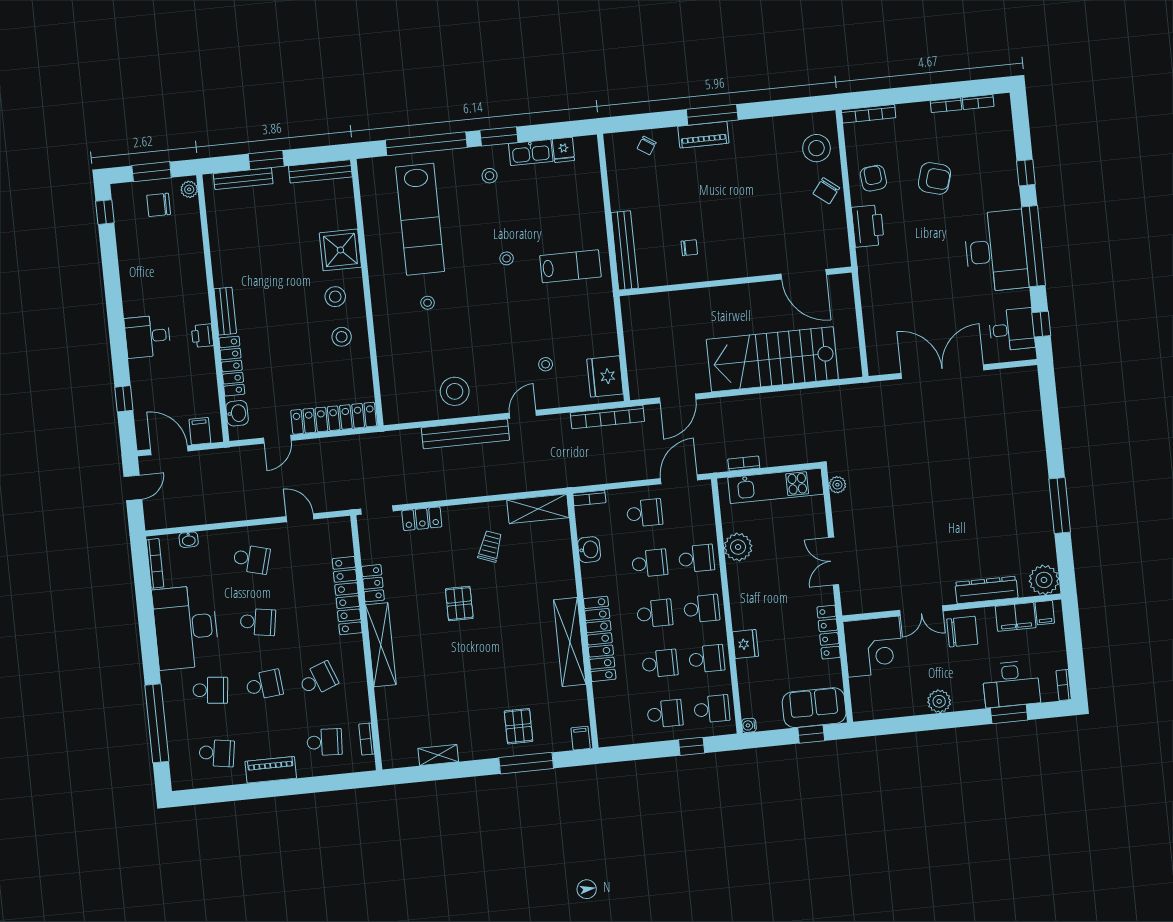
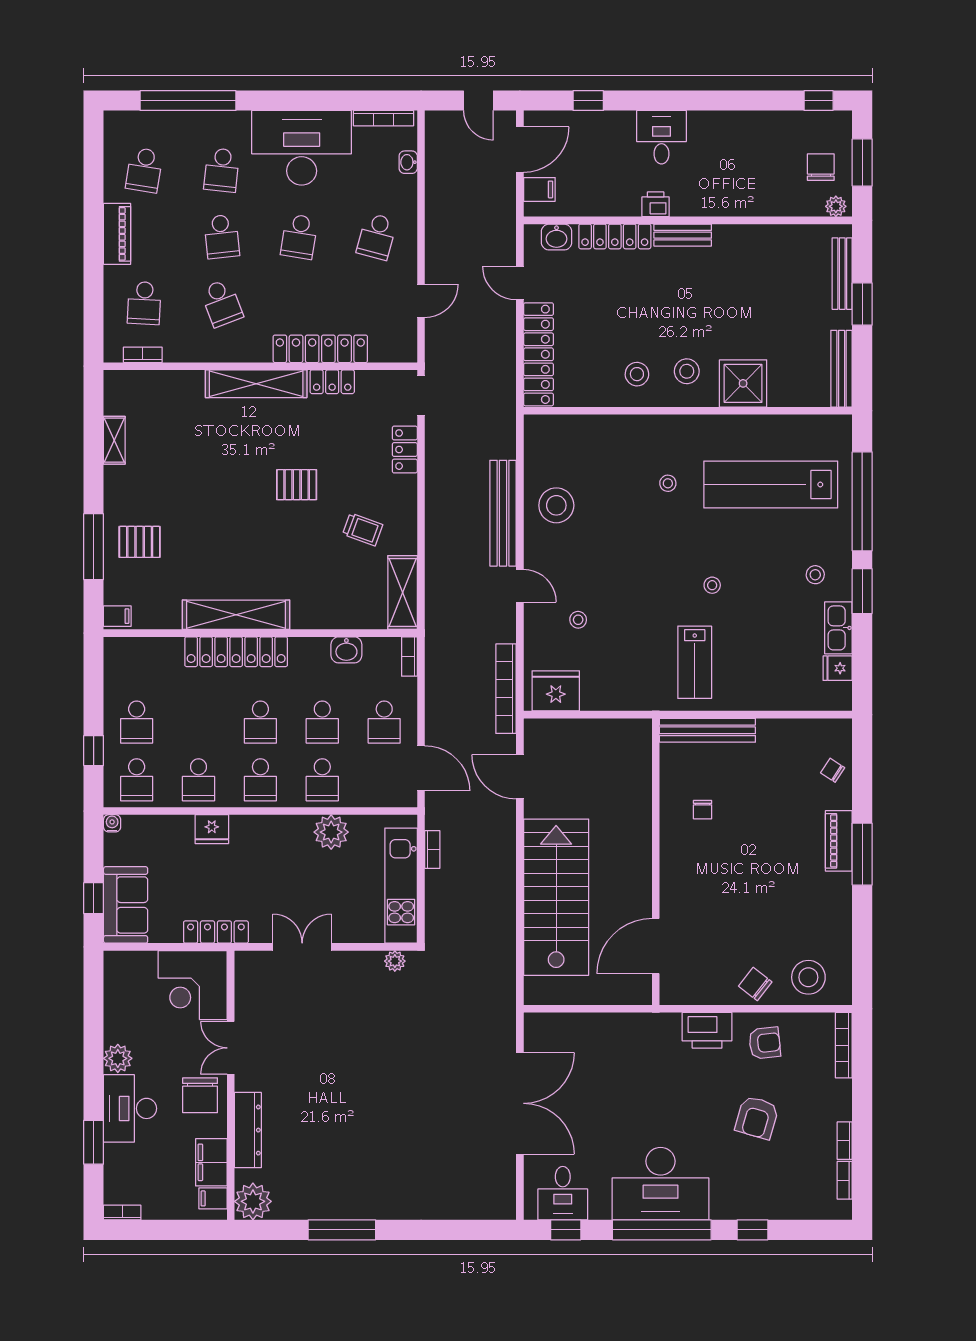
school desk: (660, 664) -> (199, 722), removed
desk: (1011, 684) -> (130, 1108), moved

